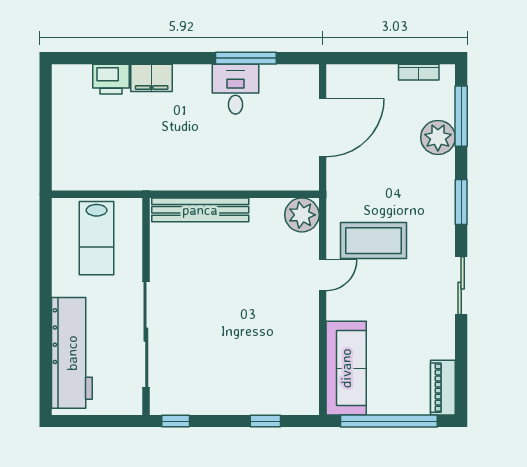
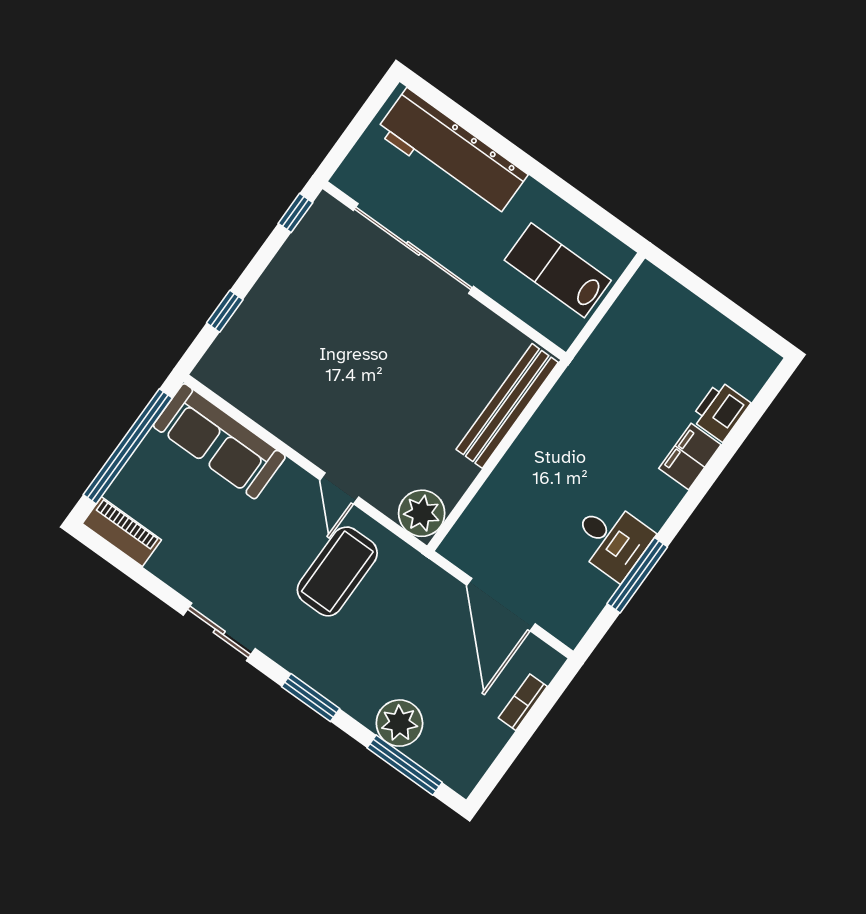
bookcase: (419, 72) -> (523, 702), moved

